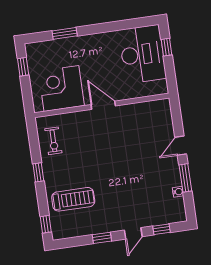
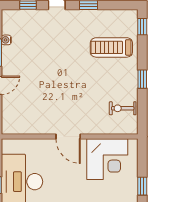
exercise bike: (53, 141) -> (123, 108), turned -90

